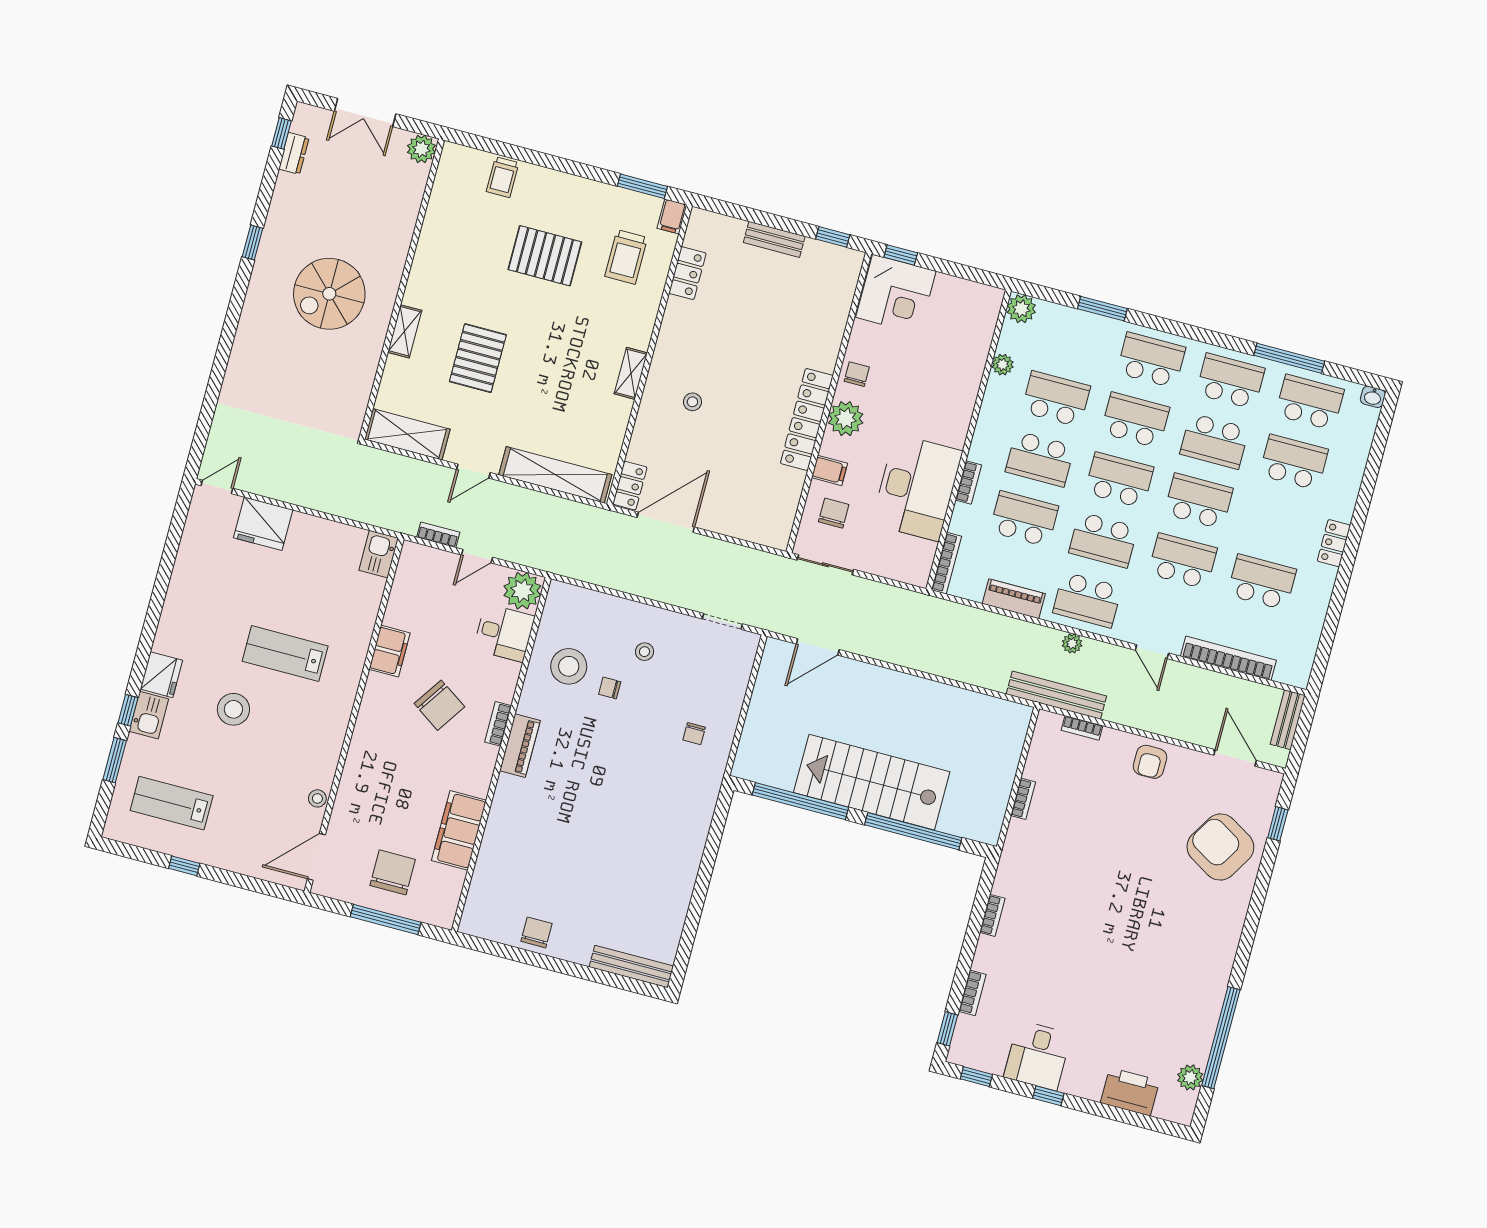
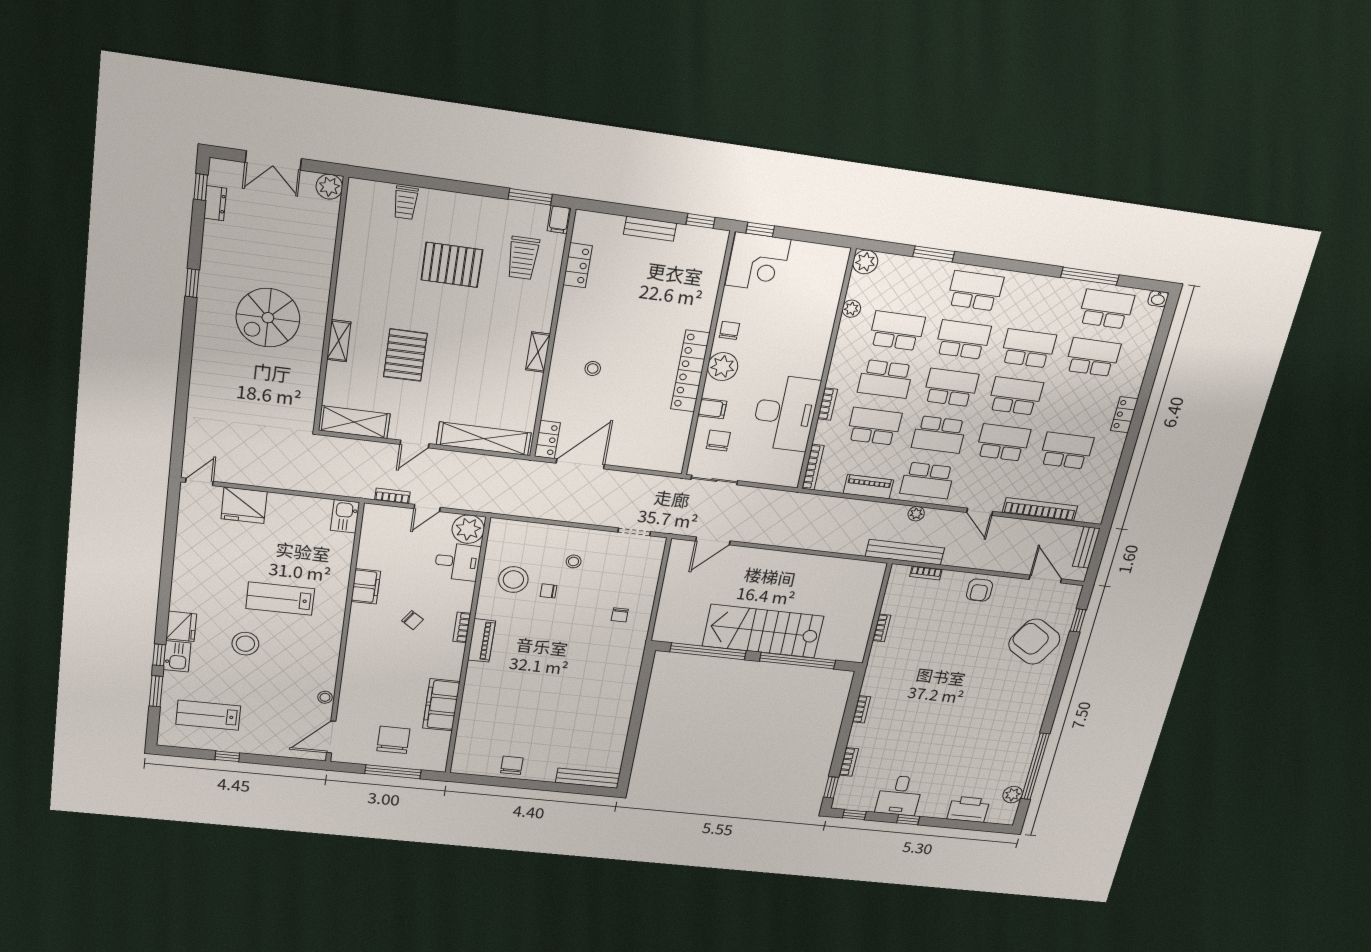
school desk: (1230, 381) -> (1041, 300), removed
school desk: (1214, 441) -> (1028, 348), turned 180
chair: (439, 705) -> (412, 620), width x0.54, depth x0.54

